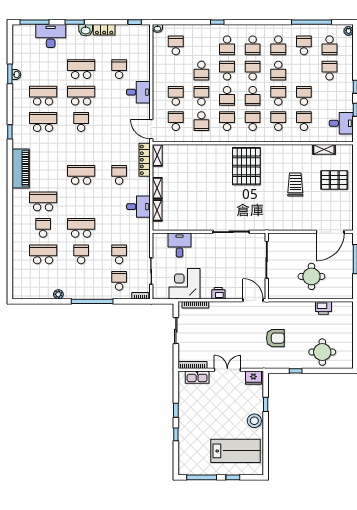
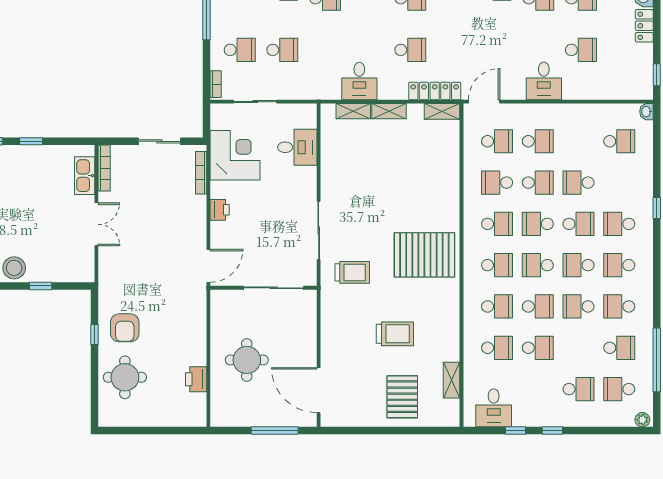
school desk: (253, 71) -> (579, 265), turned 180
trolley: (257, 211) -> (352, 272), added
armchair: (275, 338) -> (125, 328), moved
fridge: (253, 378) -> (84, 266), removed

